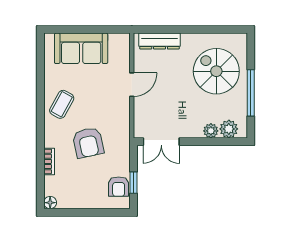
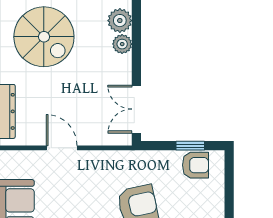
spiral stairs: (216, 71) -> (44, 37), turned -90
double door: (161, 142) -> (136, 109), swing flipped

